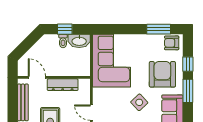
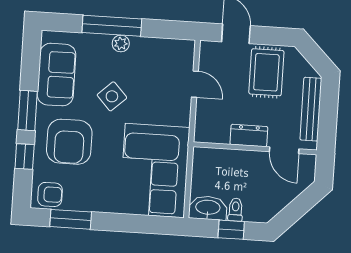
dresser: (63, 85) -> (249, 135), width x0.70

